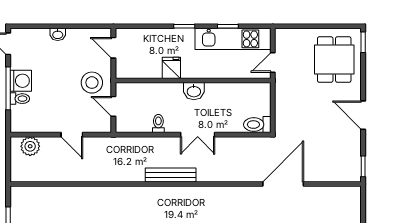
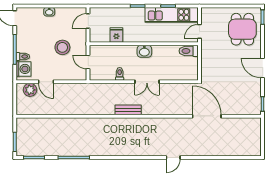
door: (113, 48) -> (88, 21), hinge flipped
fridge: (171, 68) -> (116, 35), moved
washing machine: (21, 81) -> (23, 69), moved
stool: (92, 83) -> (62, 47), moved
toilet: (257, 125) -> (189, 51), moved
door: (72, 135) -> (46, 82), moved
bench: (171, 175) -> (128, 110), width x0.73
door: (283, 184) -> (207, 116), hinge flipped

